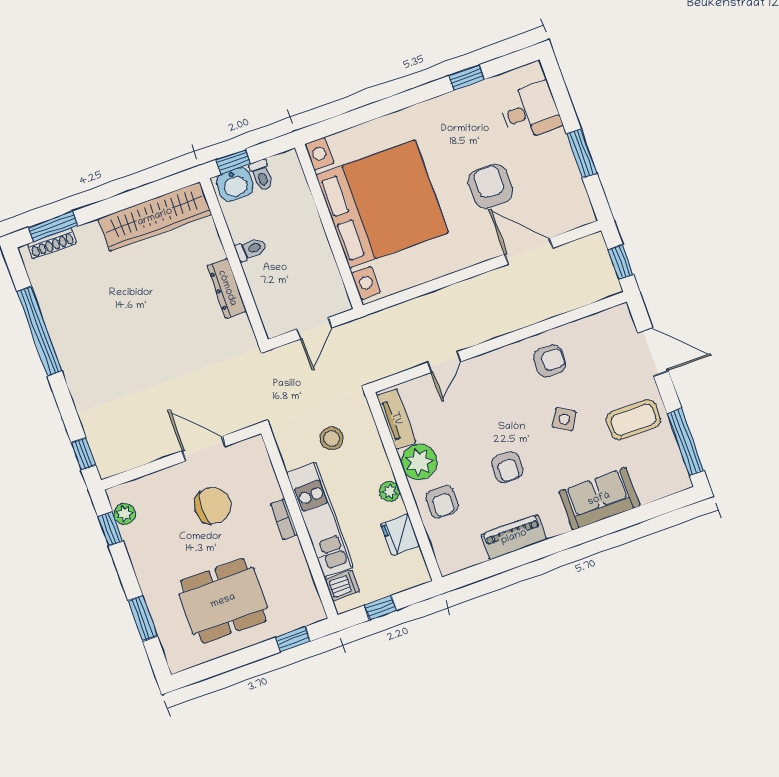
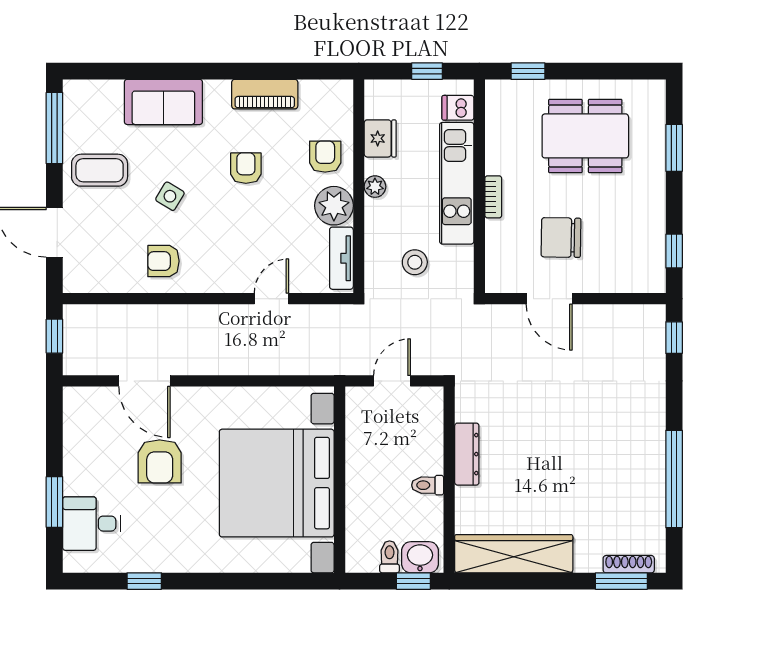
window: (582, 154) -> (54, 502), moved
plant: (124, 514) -> (654, 261), removed

